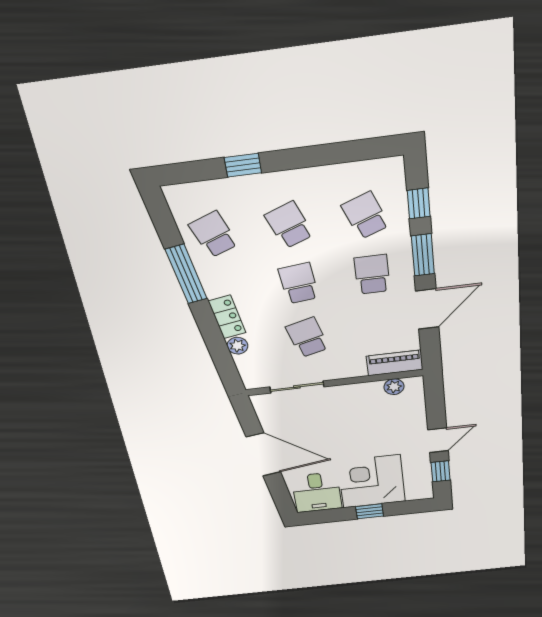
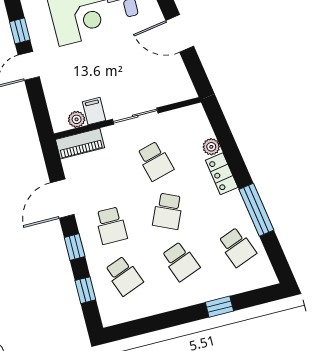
window: (423, 255) -> (75, 247), width x0.67
school desk: (299, 283) -> (168, 211), turned 30
sliding door: (297, 387) -> (135, 116), moved
filing cabinet: (372, 393) -> (94, 111), added
door: (263, 455) -> (180, 33), width x0.73

